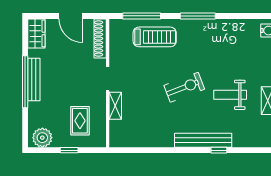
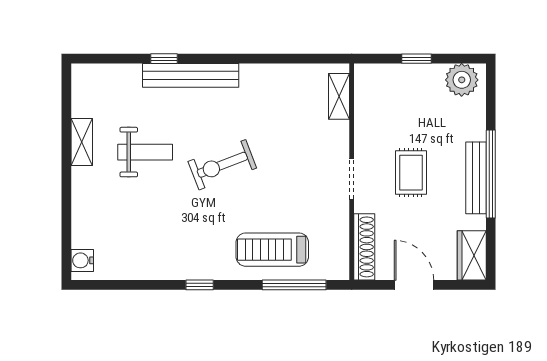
window: (198, 16) -> (200, 285), width x0.46
shelving: (115, 106) -> (339, 96), moved
rug: (80, 121) -> (411, 173), moved

